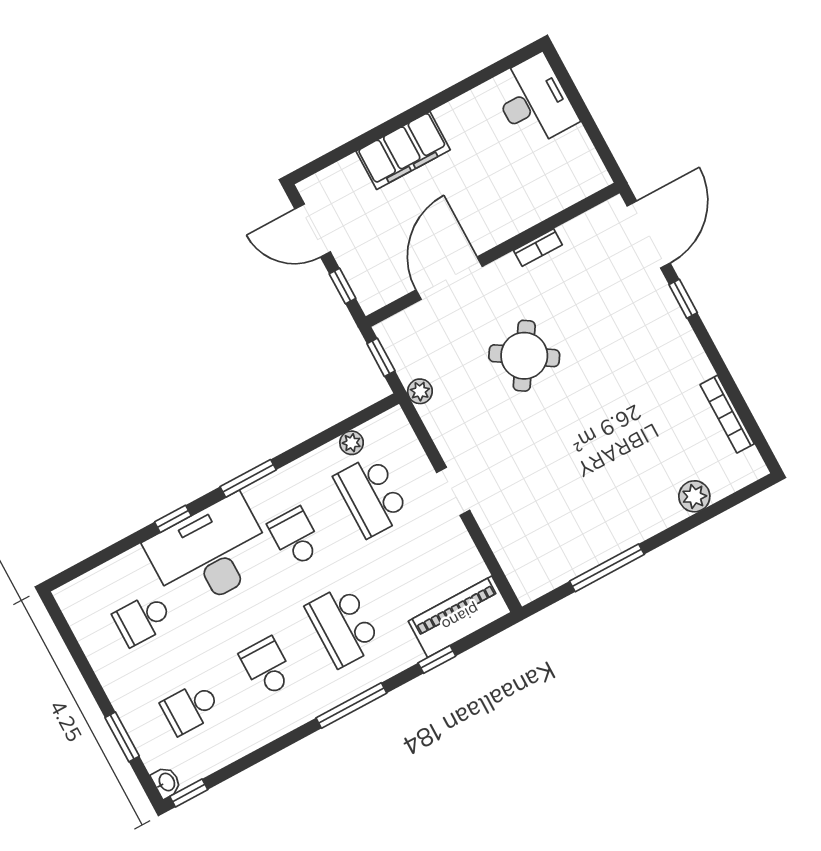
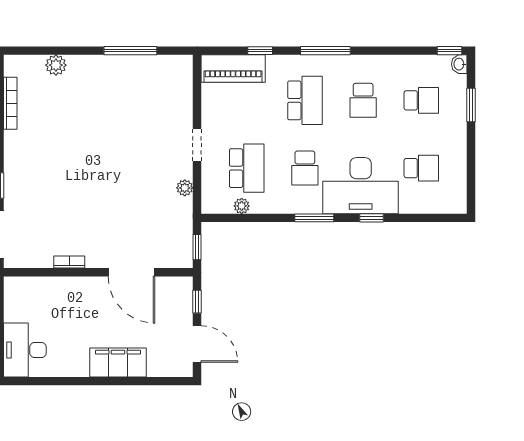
door: (449, 278) -> (131, 272), hinge flipped
round table: (524, 356) -> (112, 202), removed
plant: (420, 391) -> (185, 188), moved

